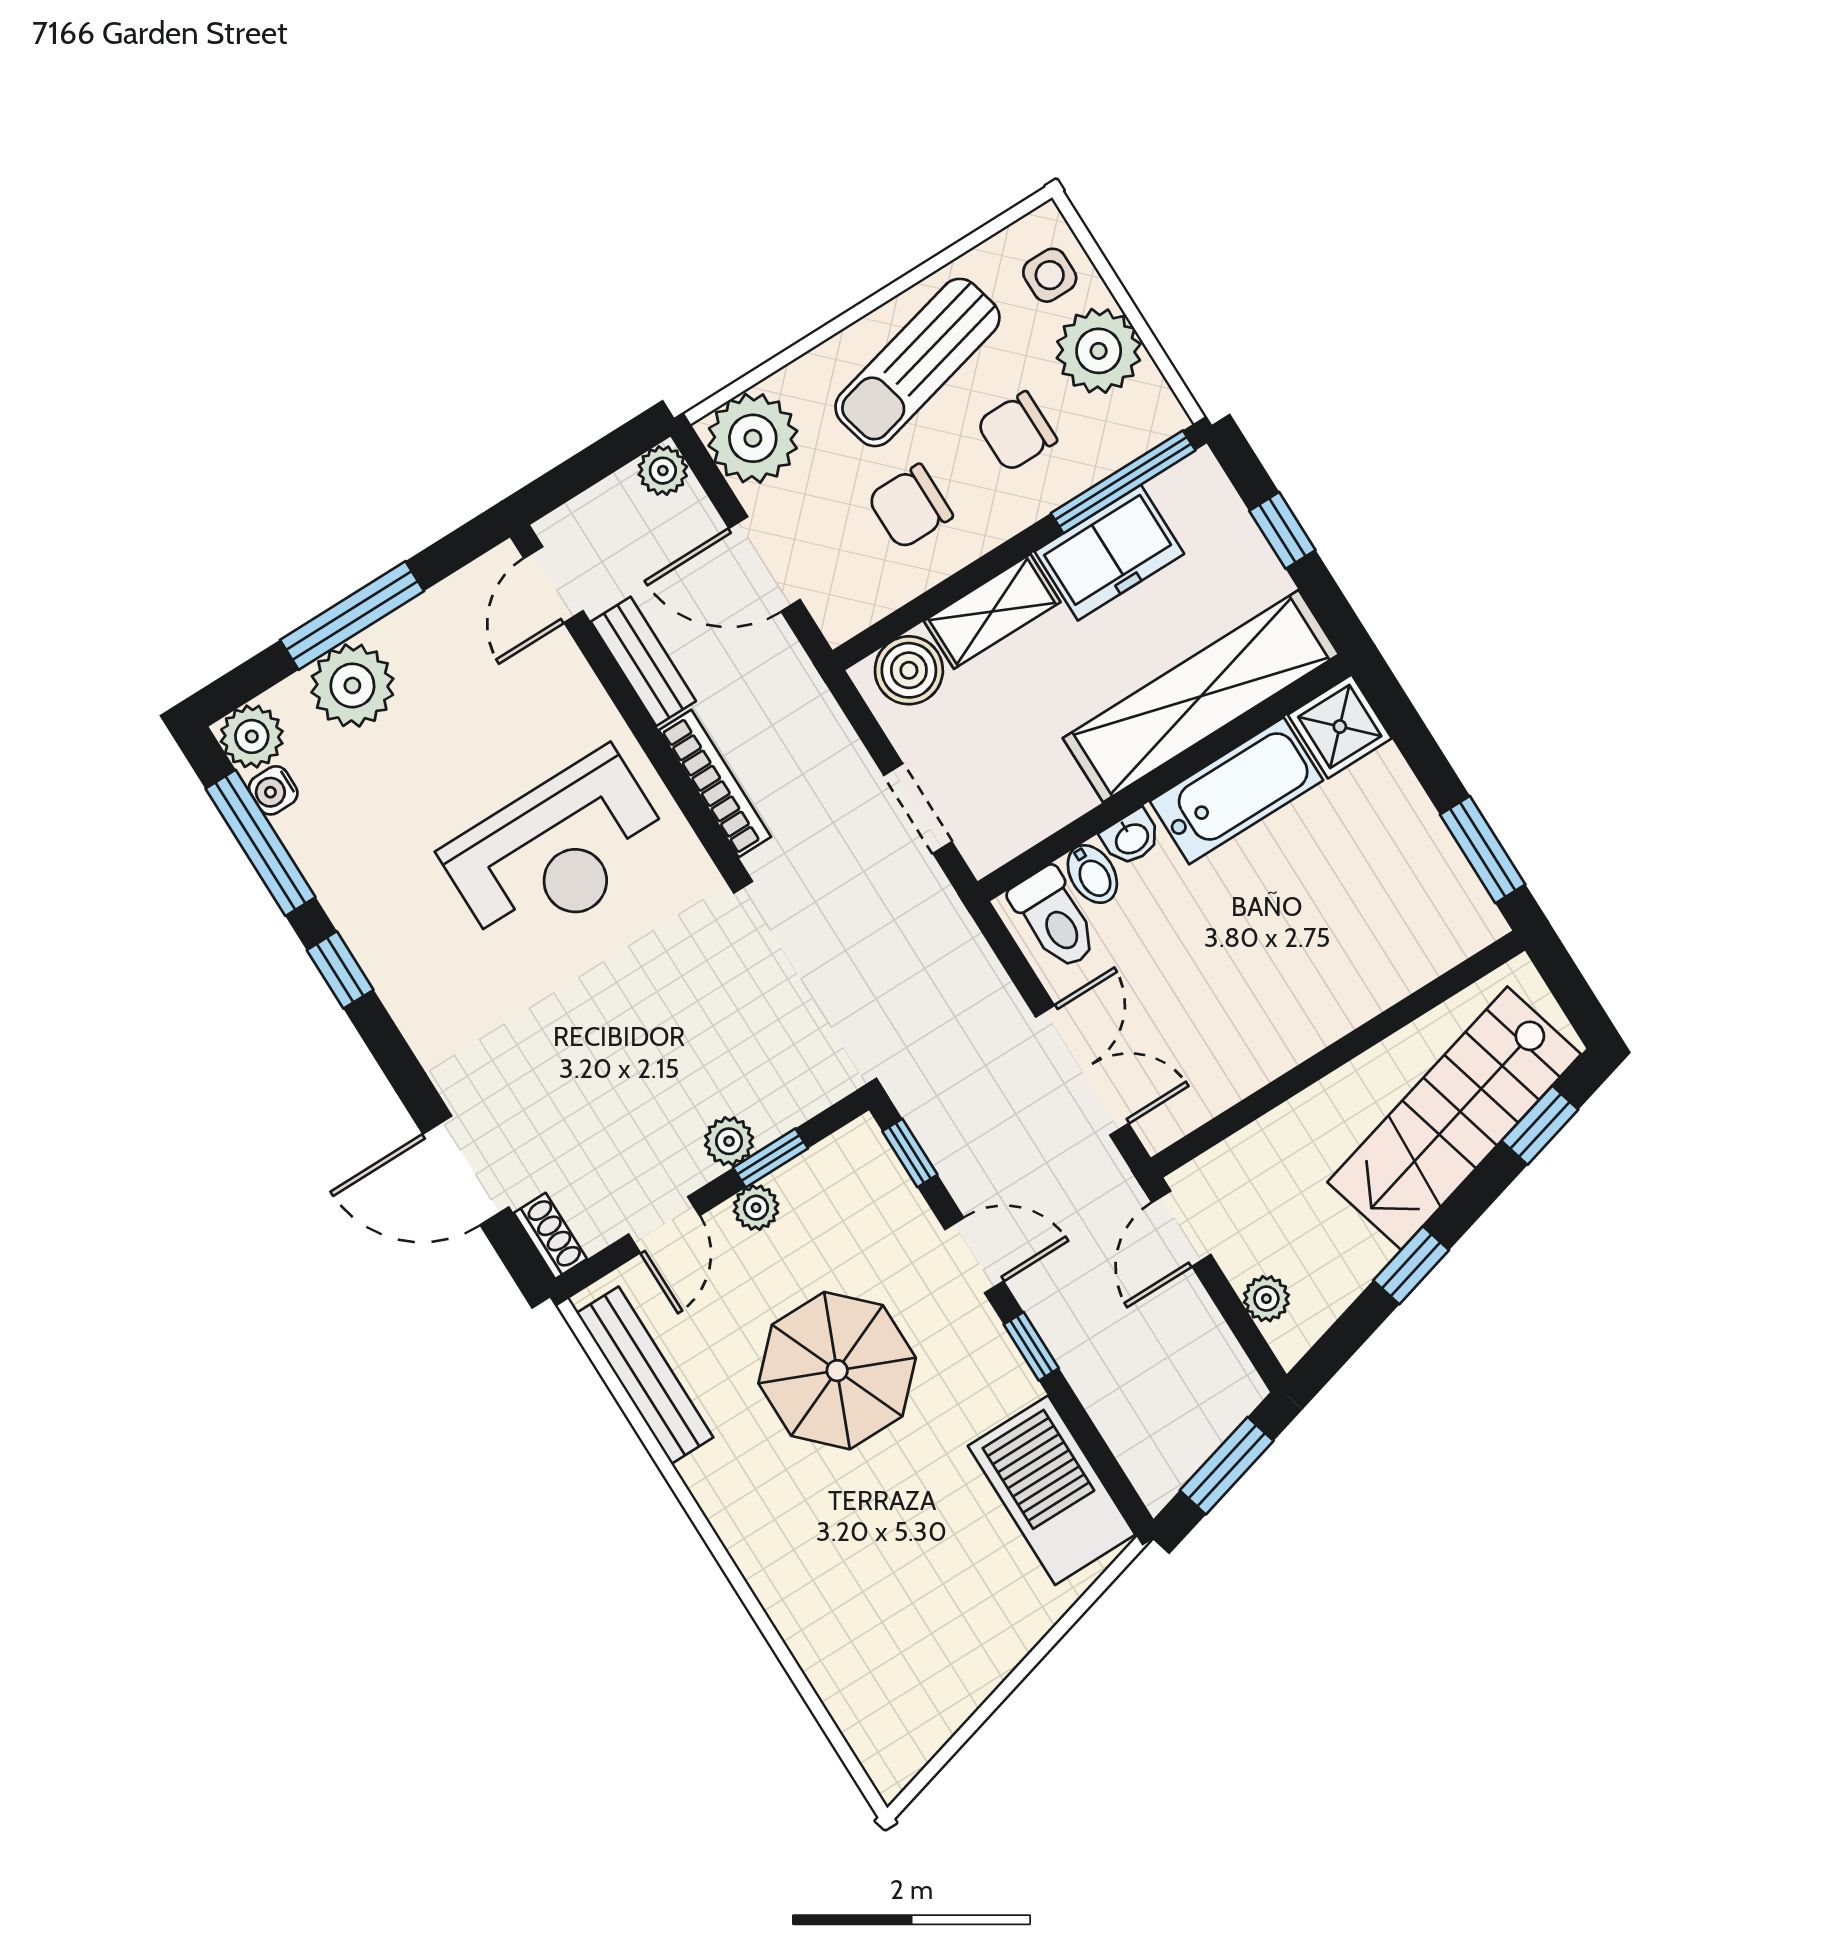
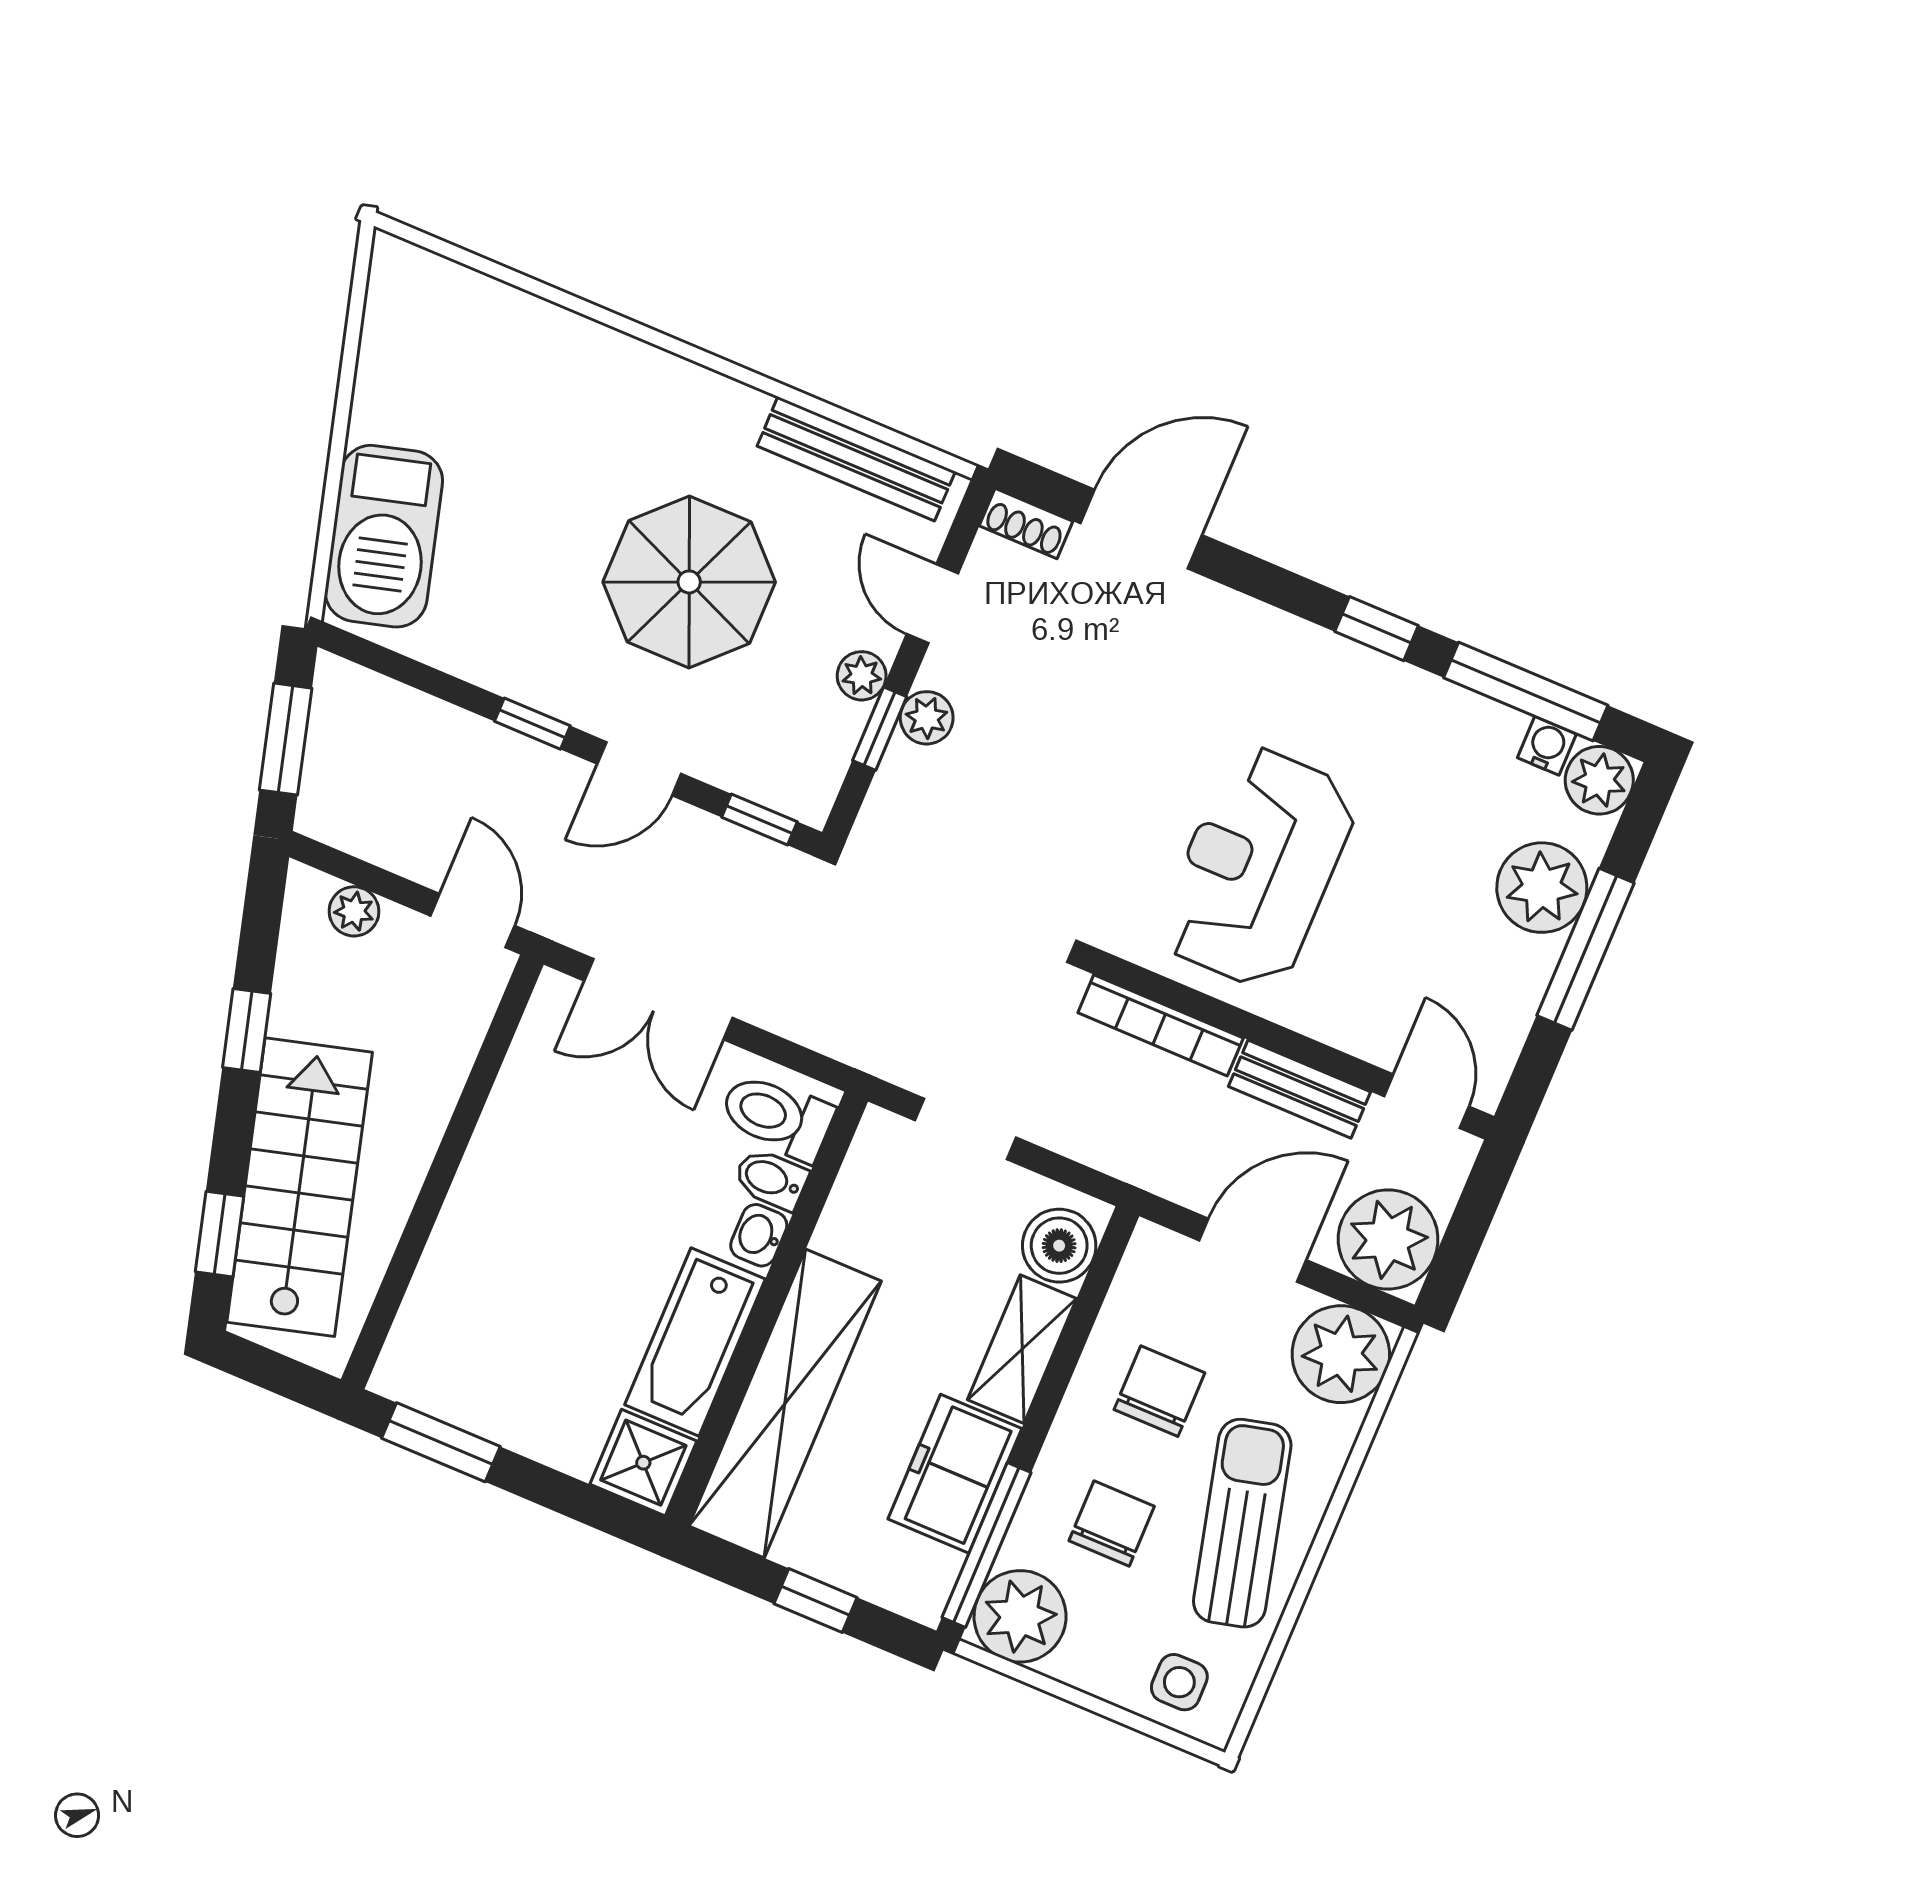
plant: (1099, 351) -> (1020, 1616), moved
plant: (663, 471) -> (1388, 1239), width x1.87, depth x1.87
barbecue: (1052, 1490) -> (384, 536), moved, turned 75

